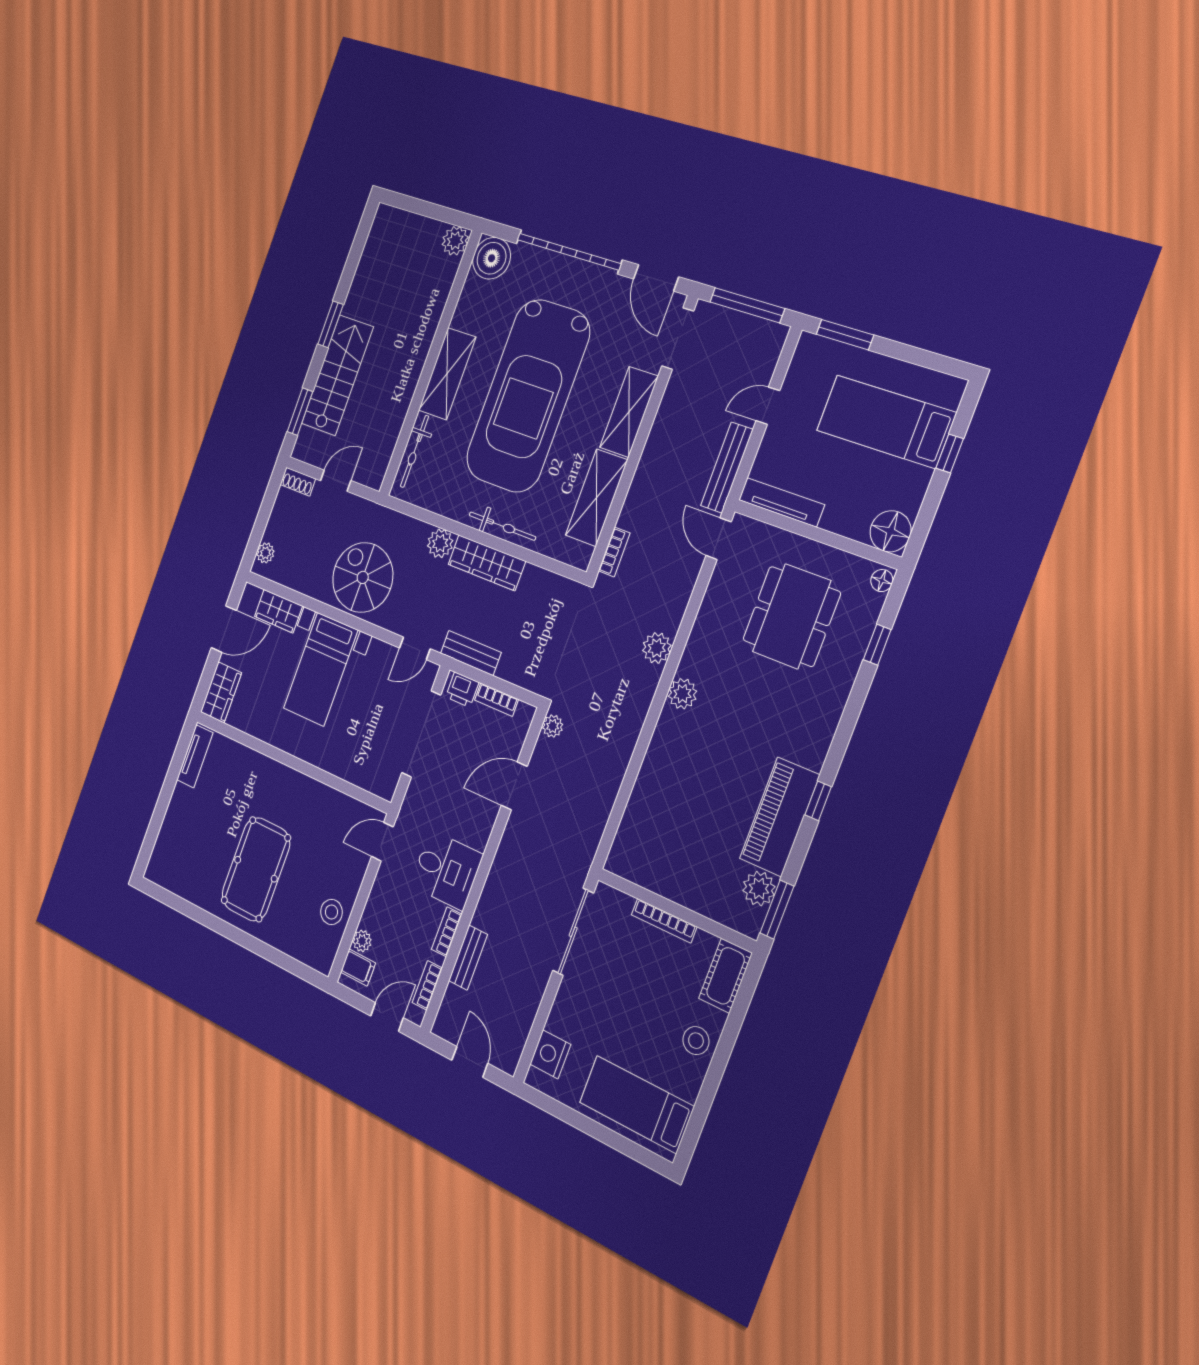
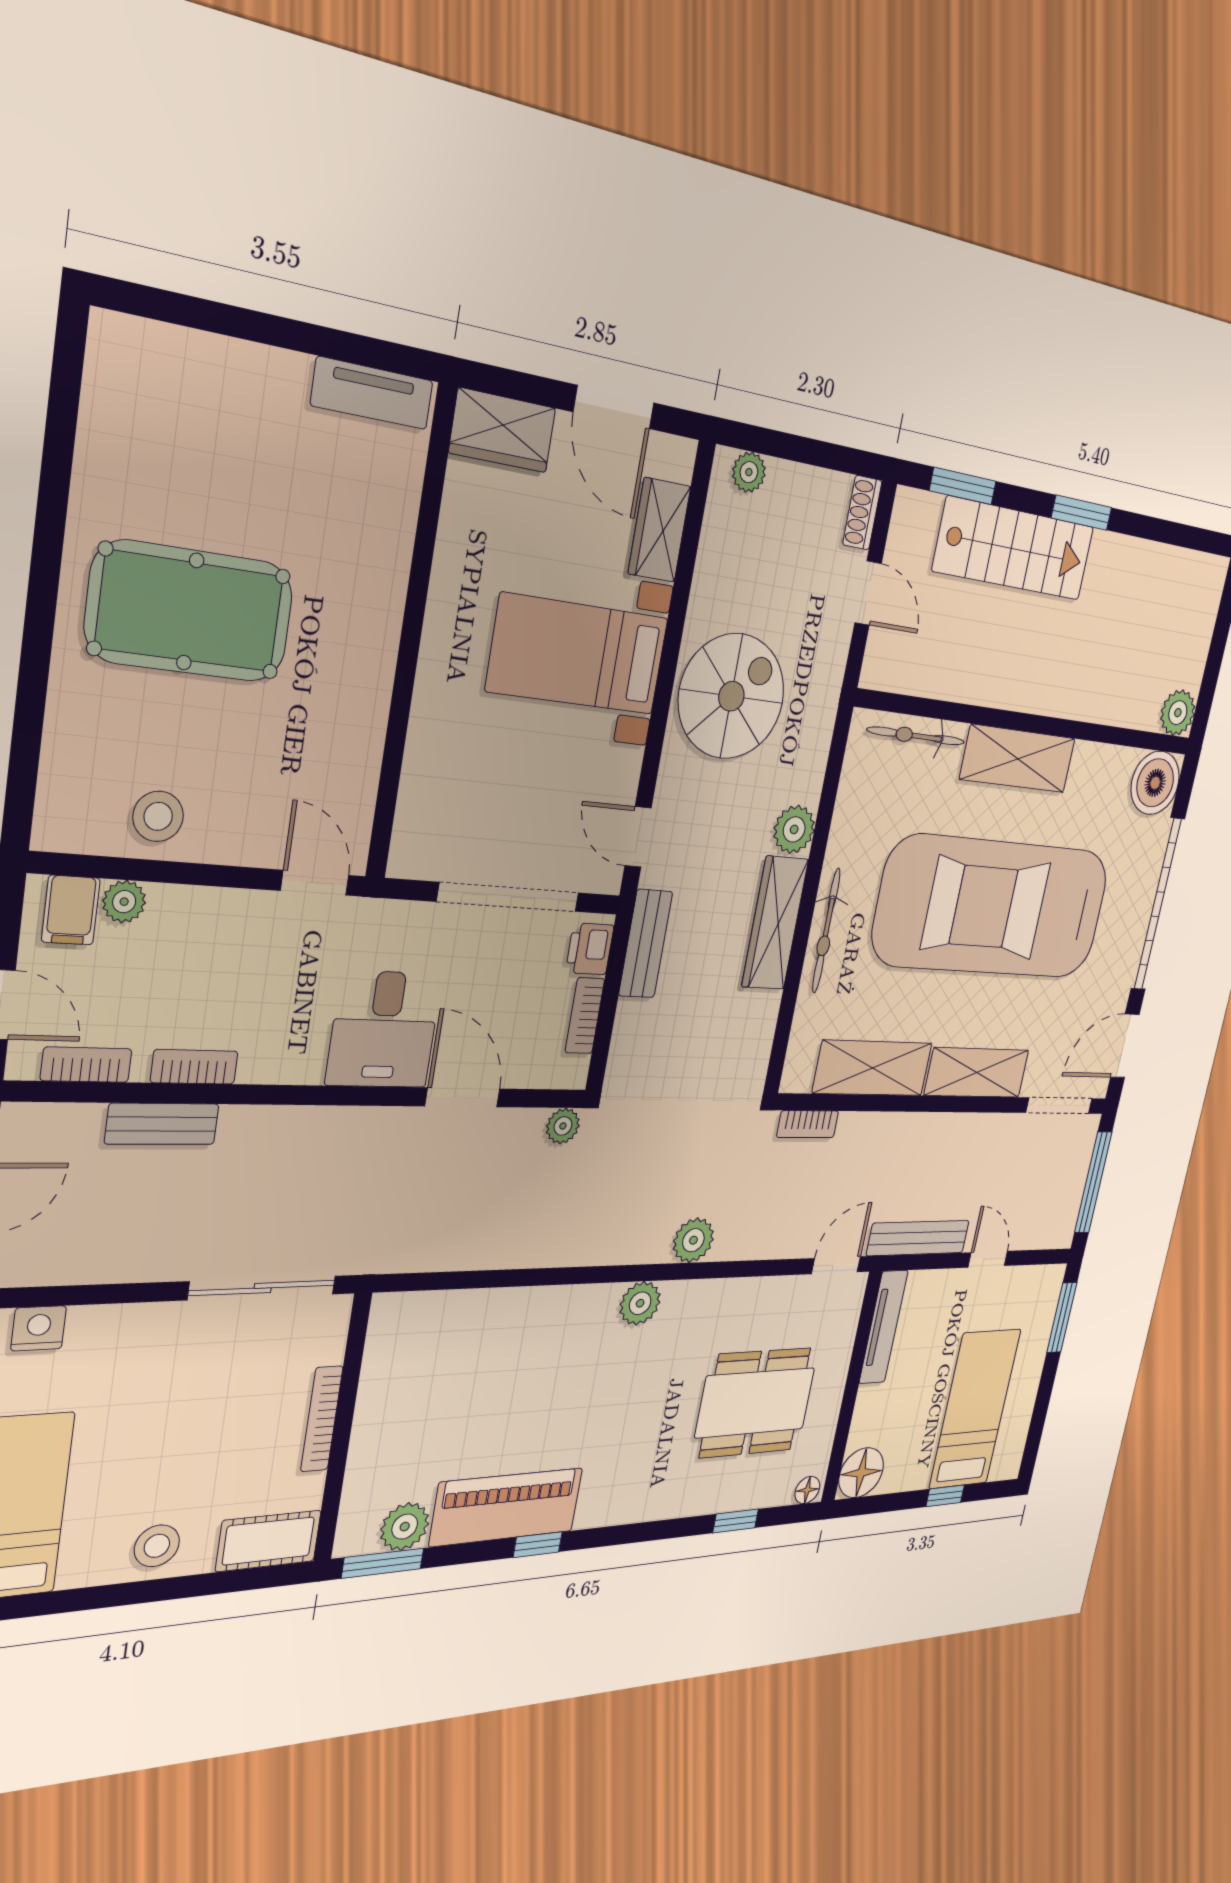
desk: (446, 870) -> (384, 1029), moved
nightstand: (550, 1054) -> (39, 1328), width x0.74, depth x0.75

